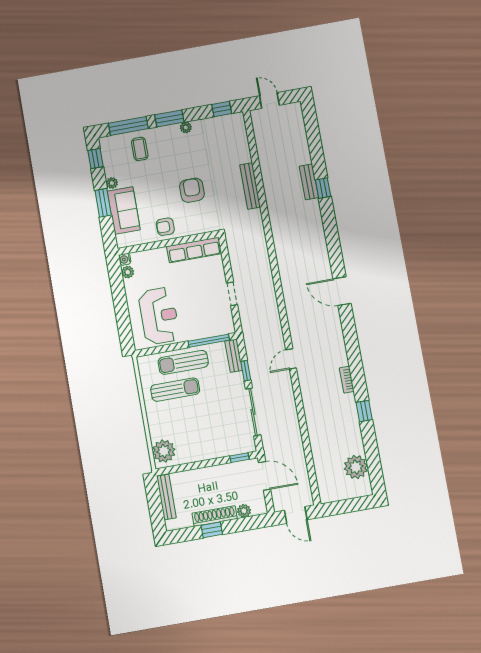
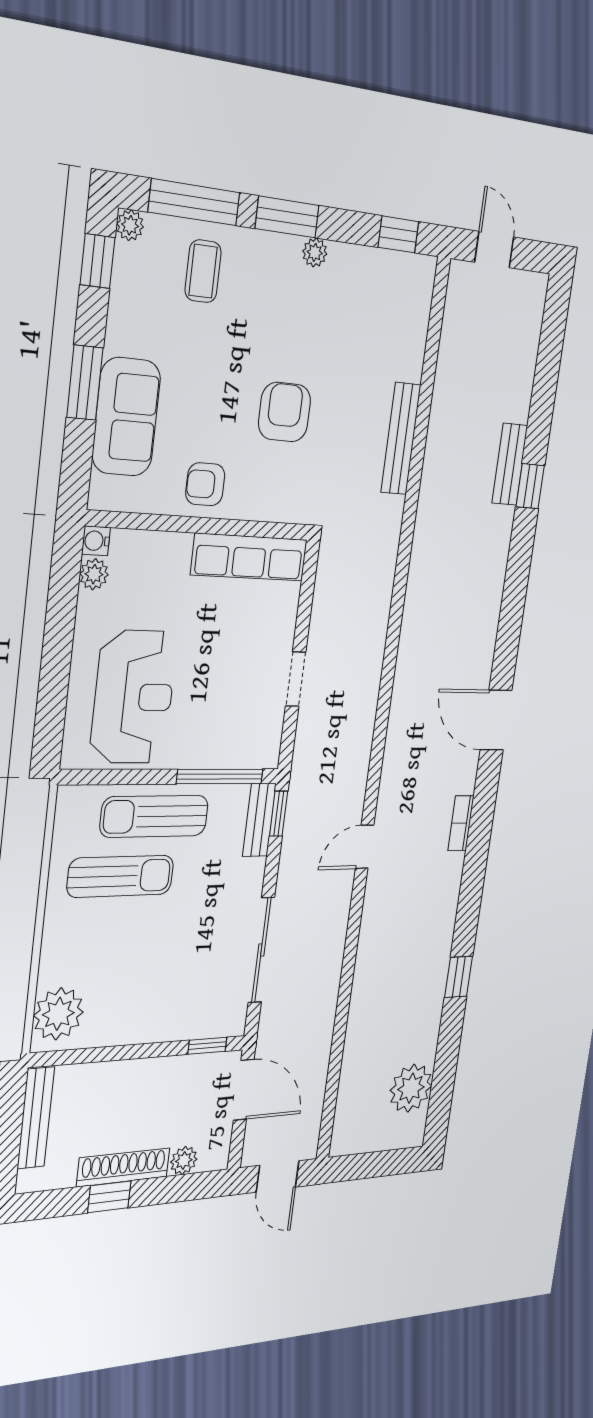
plant: (112, 183) -> (130, 225), moved
window: (246, 371) -> (279, 814), moved
bookcase: (347, 380) -> (461, 823), moved

